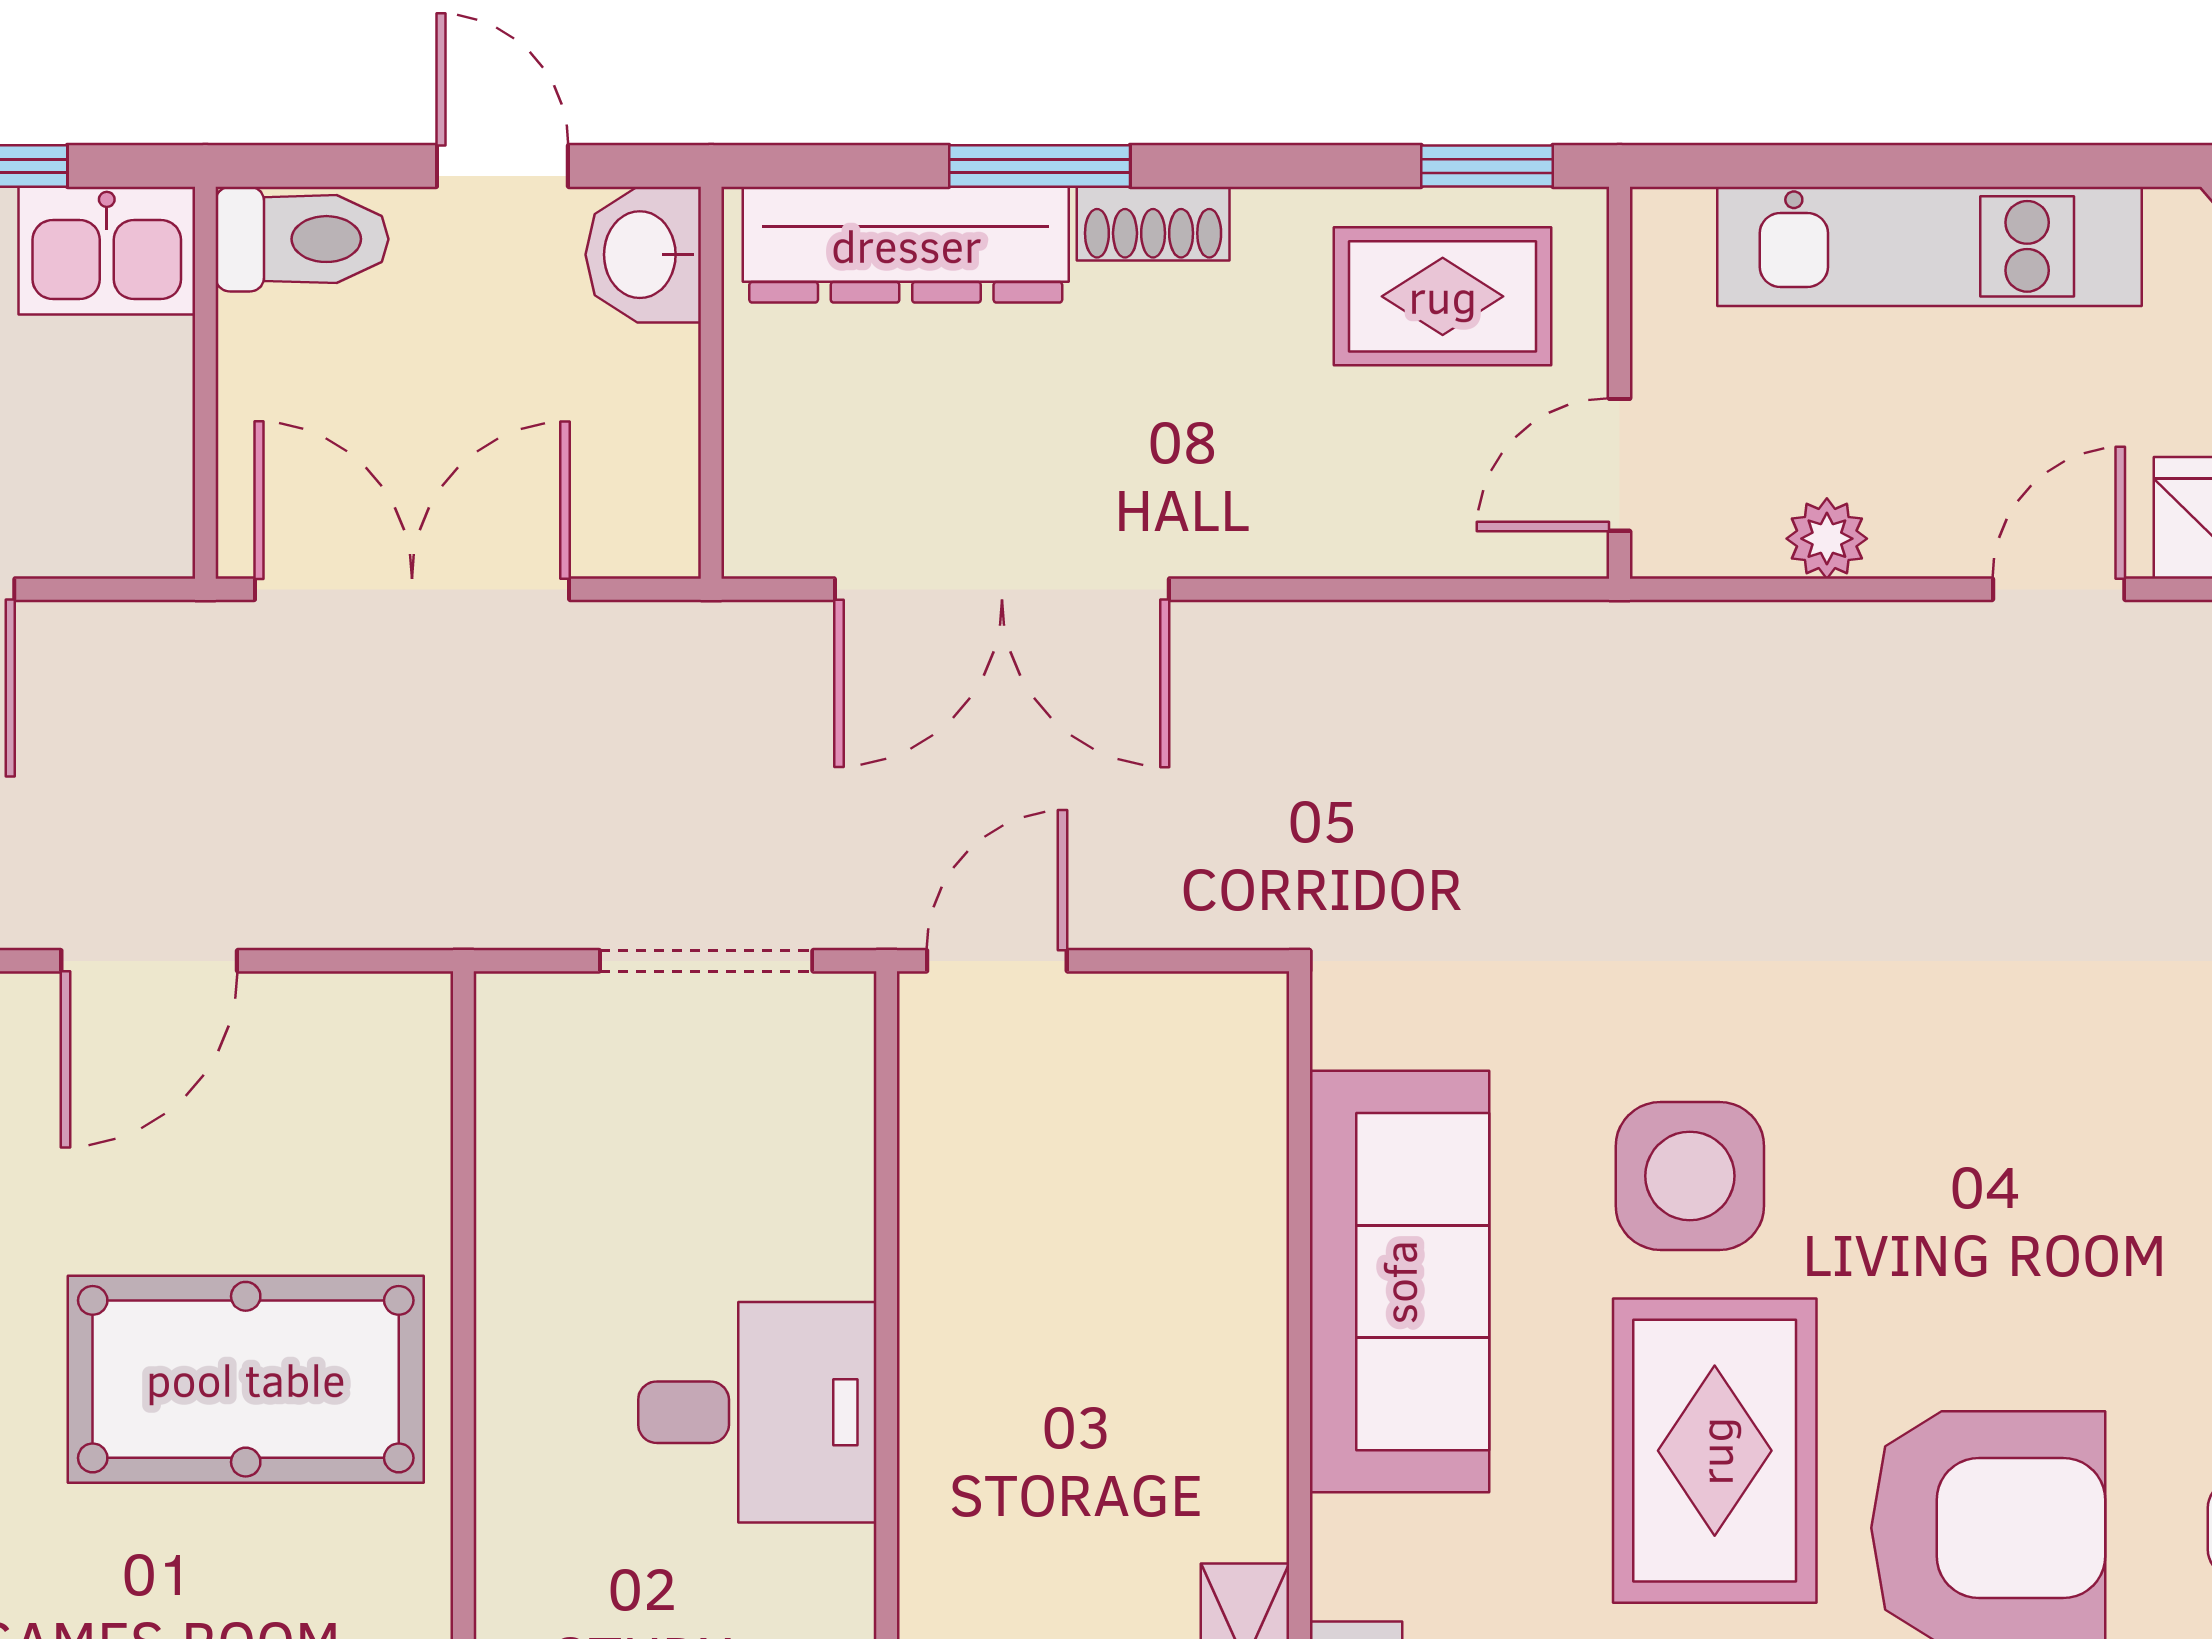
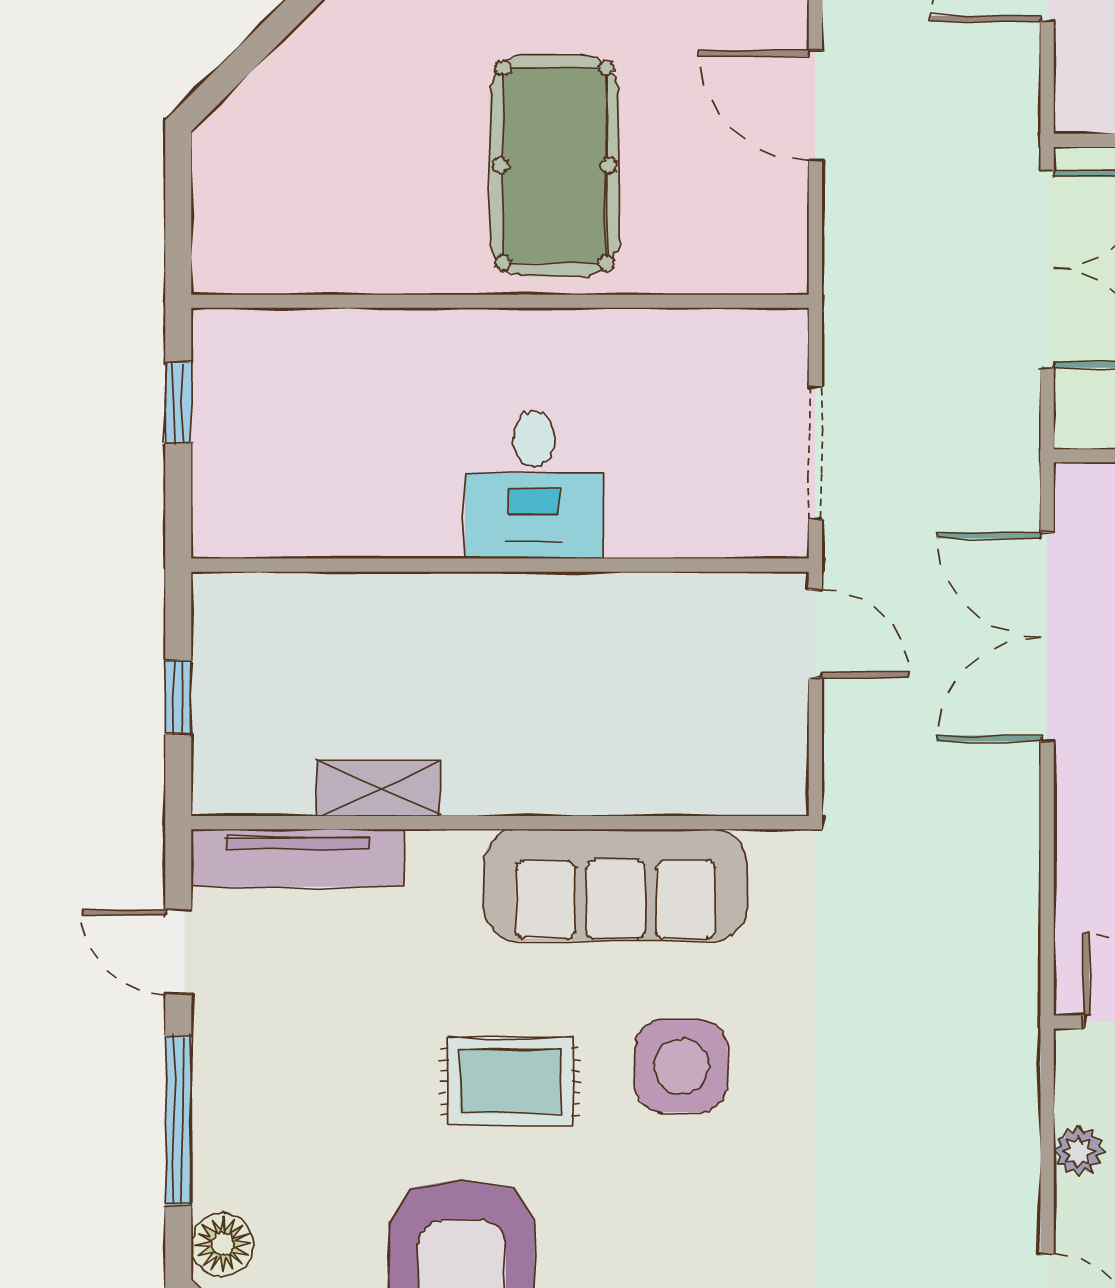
rug: (1715, 1451) -> (510, 1081), width x0.73, depth x0.70

